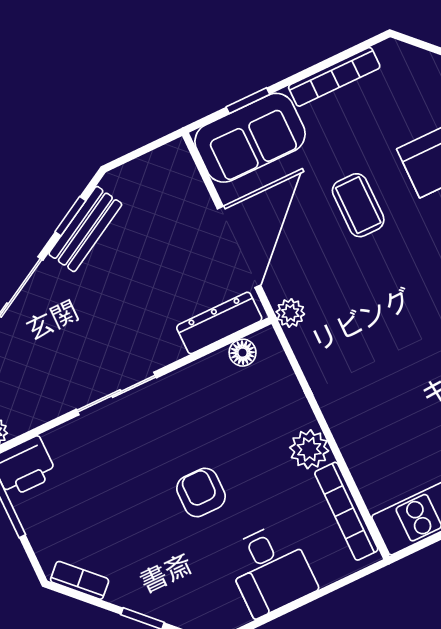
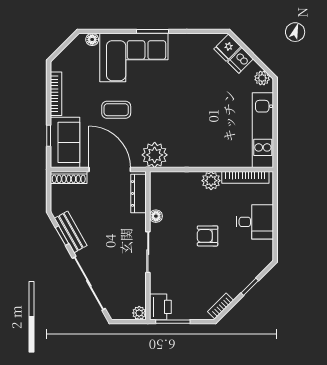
shoe rack: (187, 176) -> (69, 177), added
plant: (290, 313) -> (155, 155), width x1.88, depth x1.88
floor lamp: (243, 353) -> (156, 216), moved

